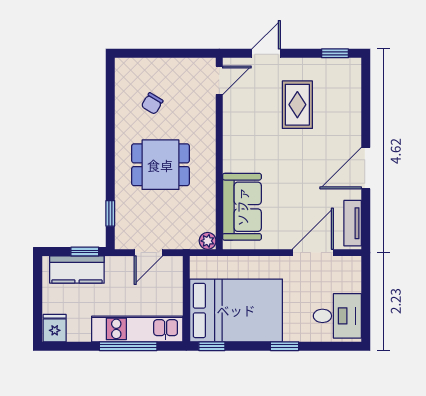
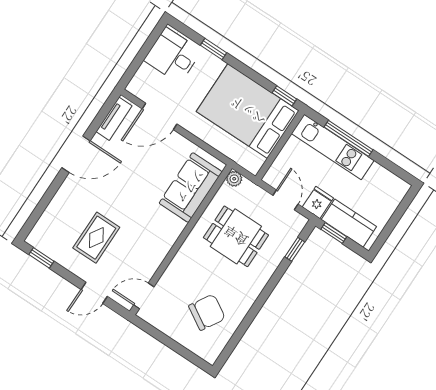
chair: (152, 103) -> (207, 312), width x1.87, depth x1.87
dining table: (160, 165) -> (236, 236), moved
door: (148, 253) -> (285, 200), hinge flipped
fridge: (55, 328) -> (318, 202), moved, turned 180
window: (285, 346) -> (213, 49), moved

